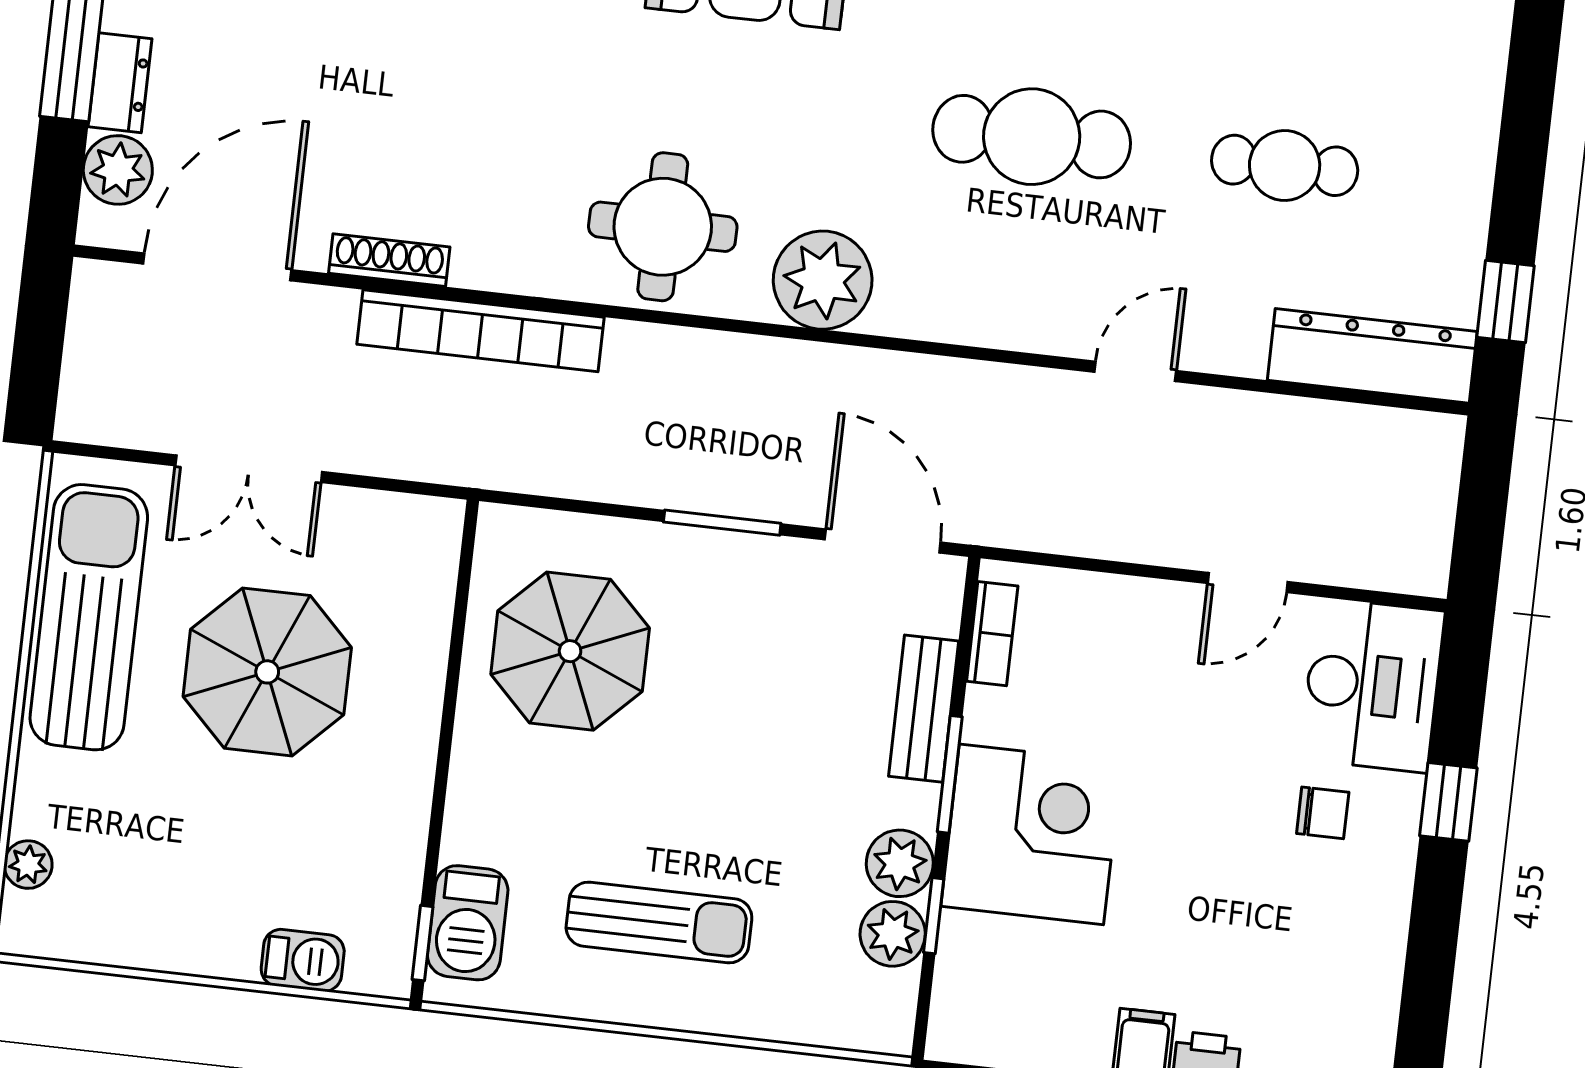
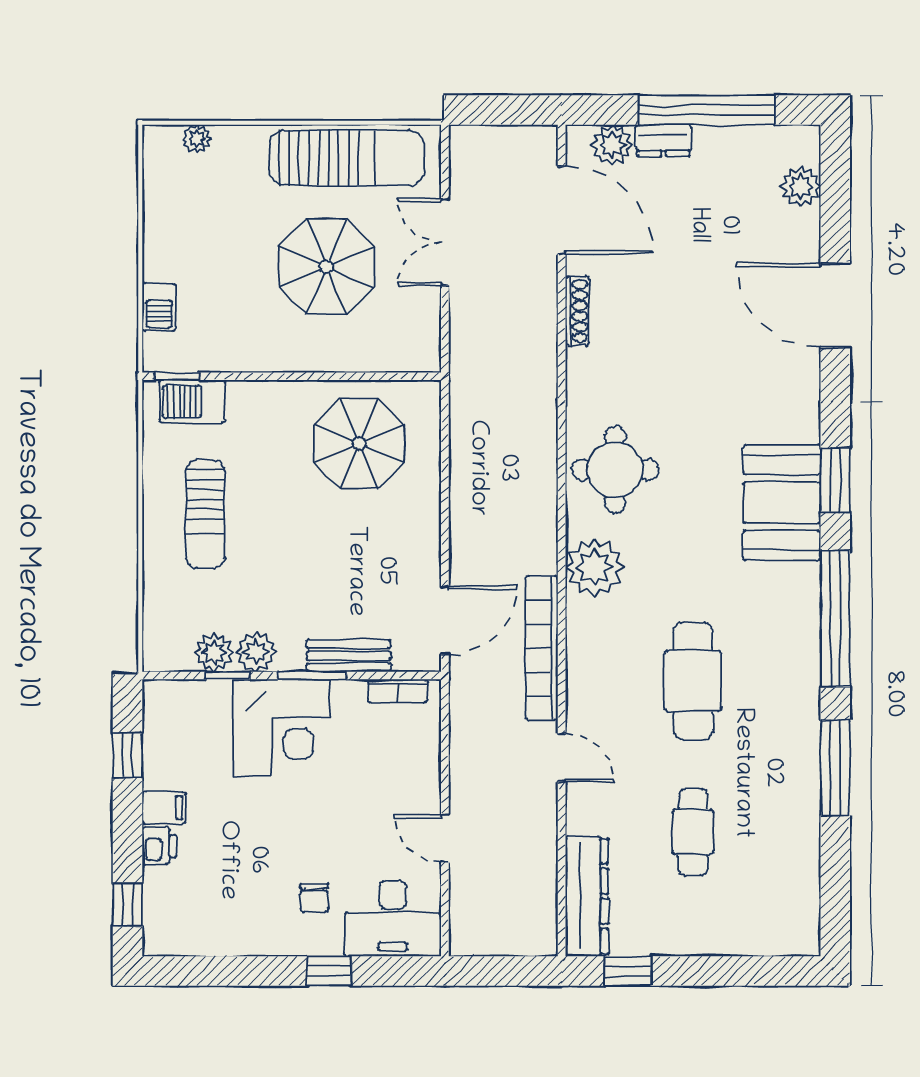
bookcase: (481, 331) -> (542, 648), moved
window: (722, 523) -> (445, 525), removed

